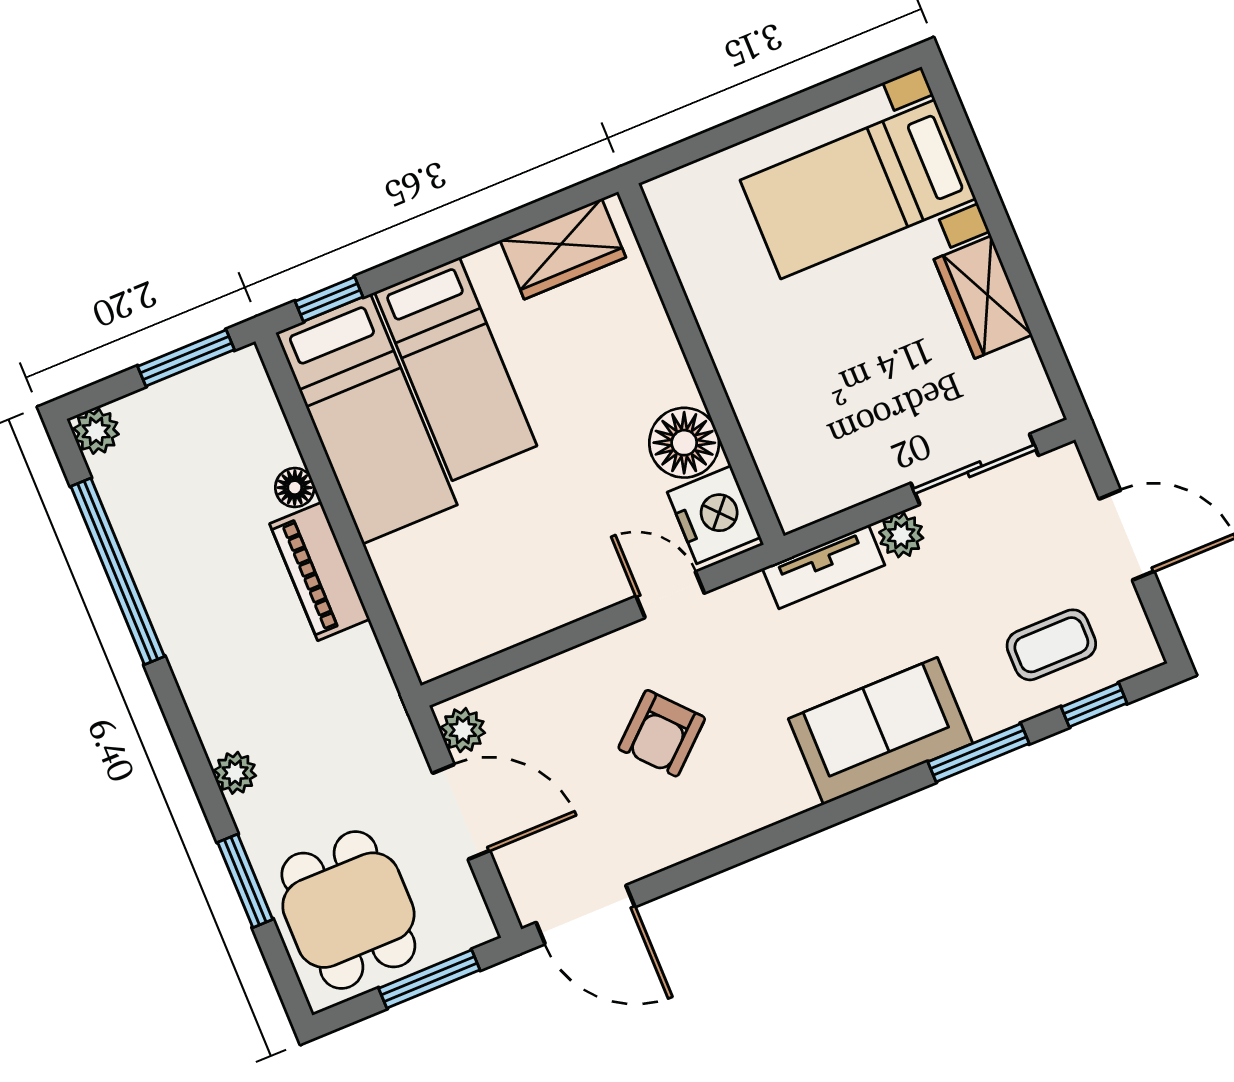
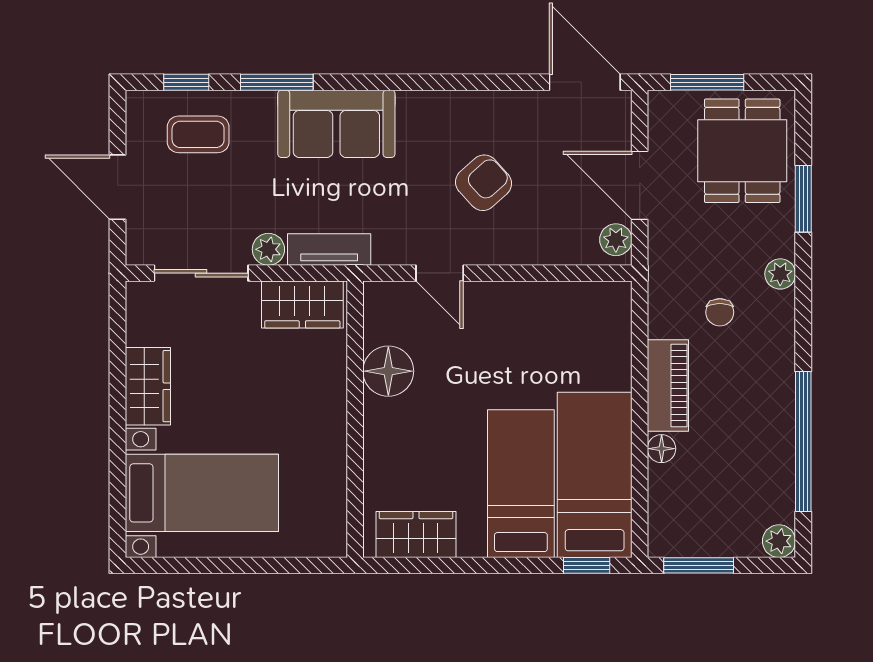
wardrobe: (829, 482) -> (302, 305), added
nightstand: (714, 515) -> (388, 315), removed
chair: (292, 692) -> (720, 312), added

